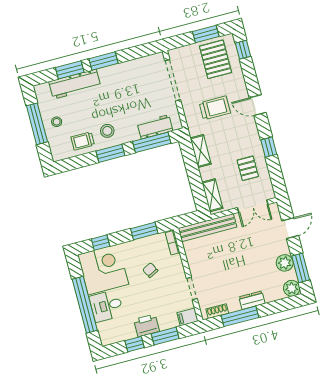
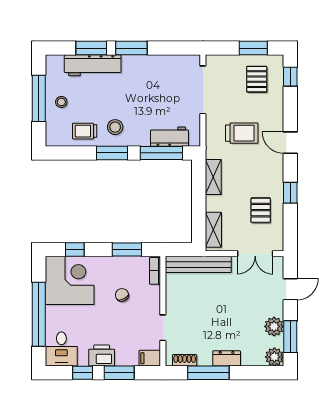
pallet: (215, 59) -> (257, 79), width x0.67, depth x0.71
desk: (106, 306) -> (61, 349), moved, turned -90

